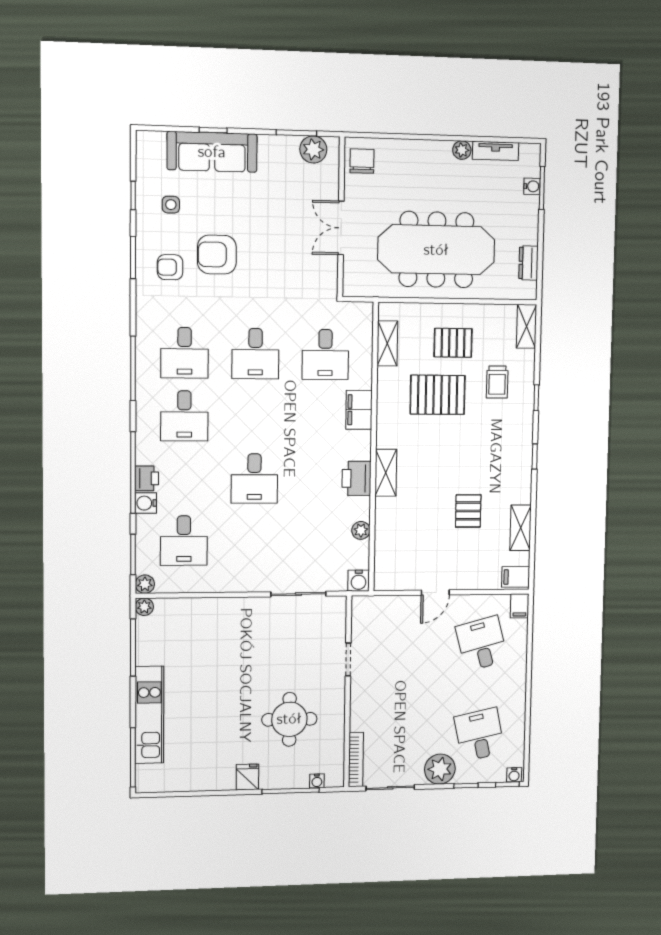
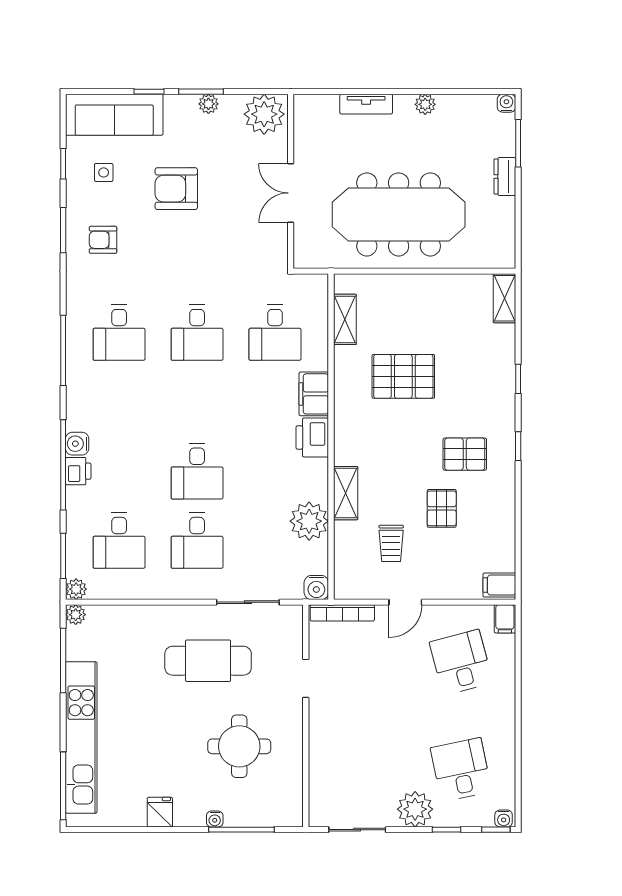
window: (296, 133) -> (201, 92), moved
plant: (268, 143) -> (208, 104), added
plant: (313, 150) -> (264, 114), width x1.36, depth x1.36
tv unit: (496, 151) -> (366, 104), moved
sofa: (212, 152) -> (114, 115), moved
chair: (362, 161) -> (313, 120), removed
water cooler: (532, 186) -> (506, 103), moved, turned -90
armchair: (217, 255) -> (176, 189), moved
dresser: (529, 263) -> (505, 177), moved
pallet: (453, 343) -> (465, 454), moved
trolley: (497, 382) -> (391, 543), moved
desk: (184, 416) -> (197, 541), moved
shelving: (386, 473) -> (346, 493), moved
printer: (357, 478) -> (312, 438), moved
water cooler: (146, 503) -> (77, 444), moved
shelving: (521, 528) -> (504, 528), removed
plant: (361, 530) -> (309, 521), width x1.88, depth x1.88
cafe table: (263, 646) -> (208, 661), added
kitchen unit: (149, 715) -> (81, 737), width x1.36
bookcase: (356, 759) -> (342, 613), moved, turned 90
fridge: (247, 777) -> (160, 812), moved
water cooler: (317, 781) -> (215, 819), moved

